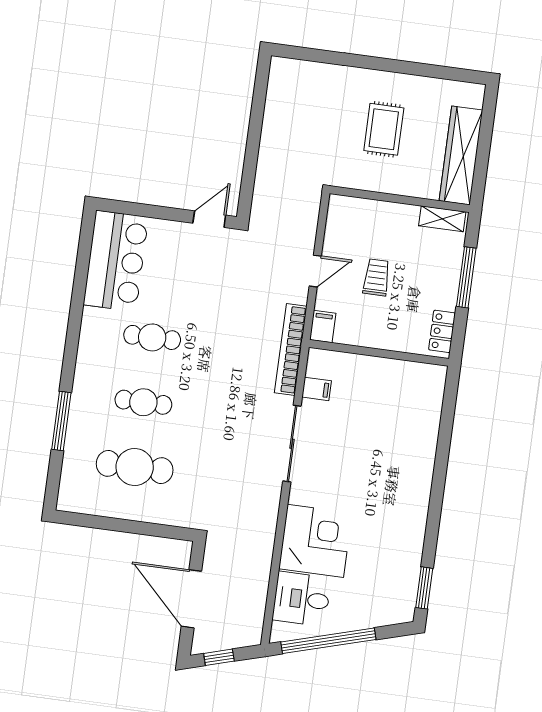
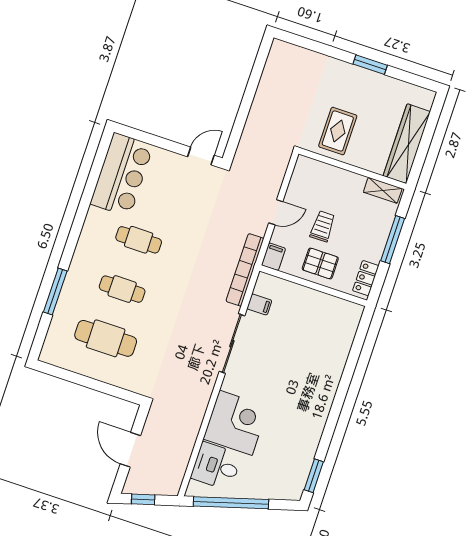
window: (397, 66) -> (370, 65), added
rug: (384, 129) -> (338, 131), moved
pallet: (382, 324) -> (320, 264), added
door: (191, 599) -> (130, 450), width x0.73

